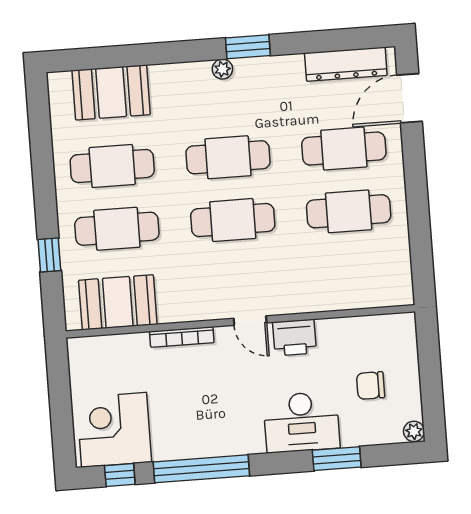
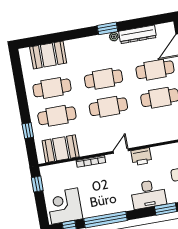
dresser: (346, 64) -> (138, 34), moved
plant: (222, 69) -> (114, 37), moved
door: (250, 321) -> (121, 151), swing flipped
window: (58, 375) -> (37, 184), added

